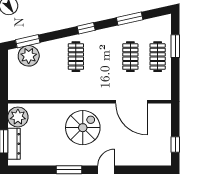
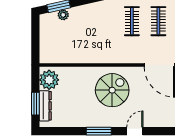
plant: (29, 56) -> (63, 15), width x0.53, depth x0.53
clothes rail: (76, 57) -> (132, 21), moved

